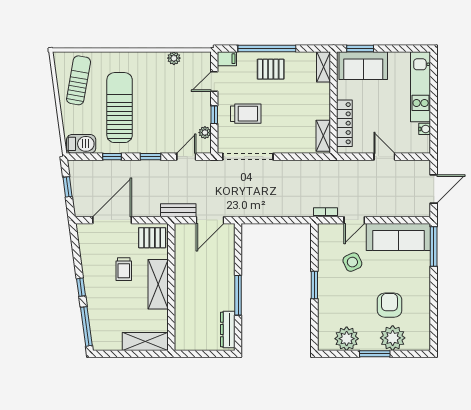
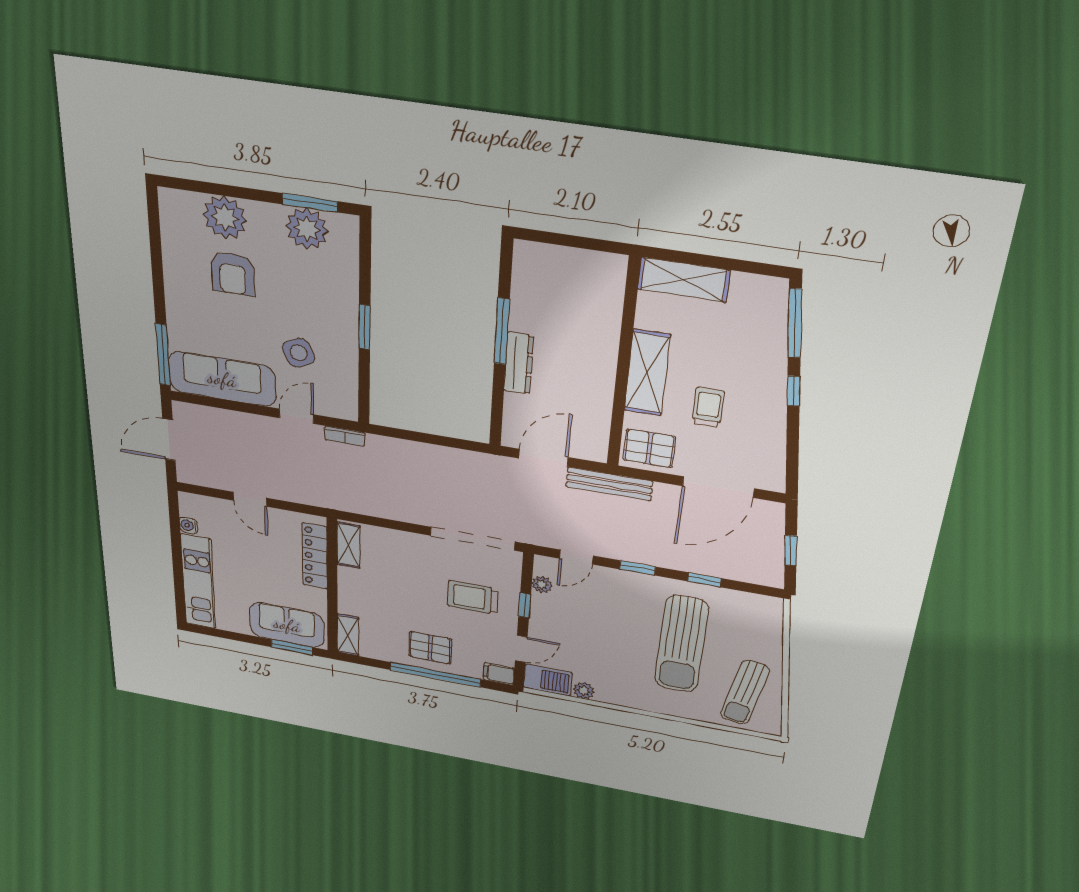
barbecue: (81, 144) -> (548, 680), moved, turned 180
bench: (178, 210) -> (609, 484), width x1.36
dresser: (228, 330) -> (519, 363), moved
window: (375, 354) -> (310, 203), moved

